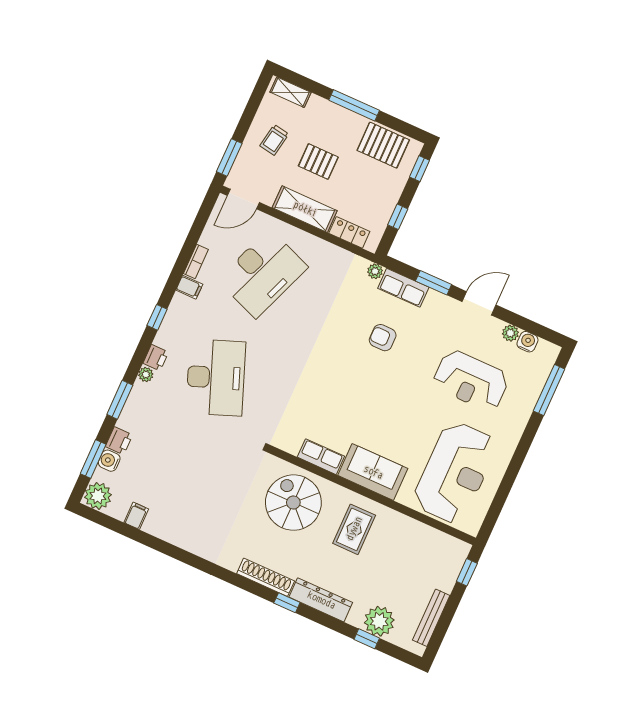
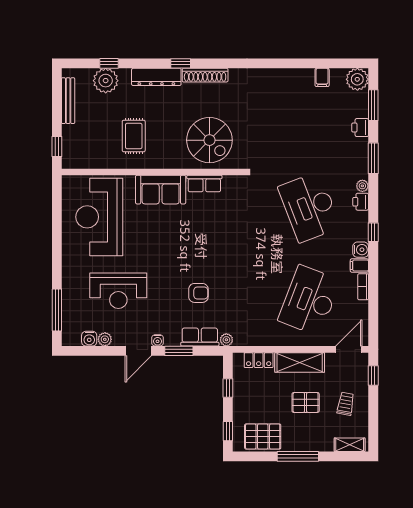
window: (229, 157) -> (373, 376), width x0.67
water cooler: (452, 305) -> (158, 340), added
reception desk: (471, 380) -> (118, 291), turned 180
water cooler: (109, 461) -> (361, 250), moved
rug: (354, 529) -> (134, 136), moved

